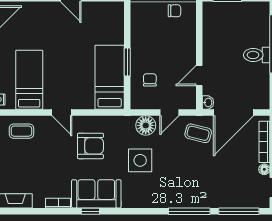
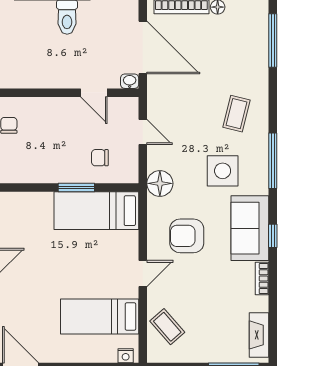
floor lamp: (146, 125) -> (160, 183), moved
coffee table: (21, 131) -> (167, 327), turned -41
coffee table: (198, 133) -> (237, 114), moved
armchair: (90, 146) -> (187, 236), turned -90
side table: (140, 160) -> (223, 171), moved
window: (189, 211) -> (273, 161), moved

